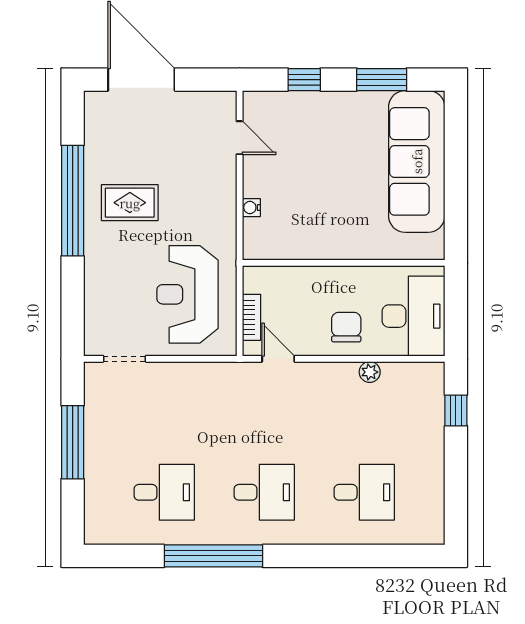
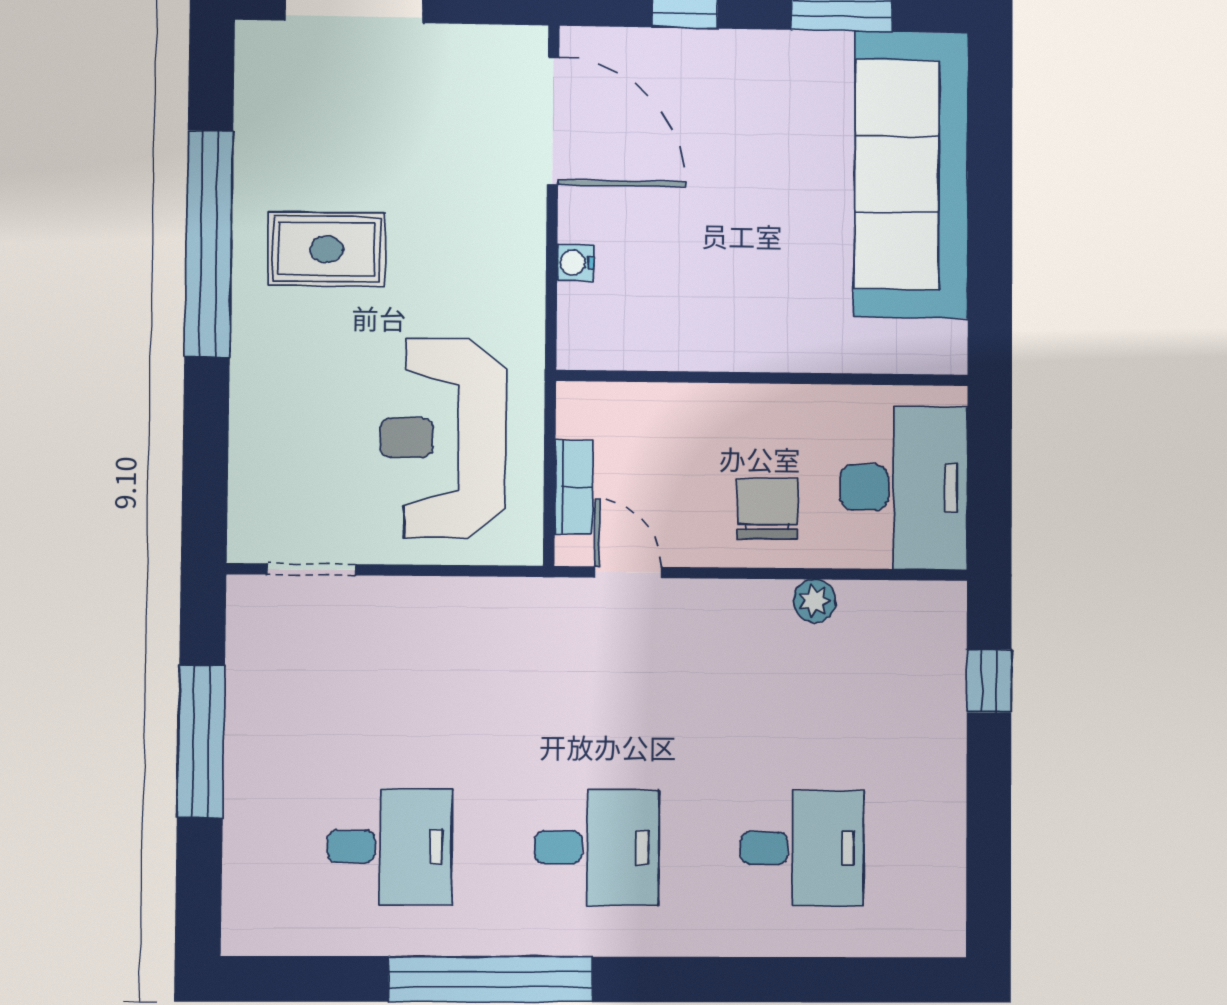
door: (240, 138) -> (553, 121), width x1.87

